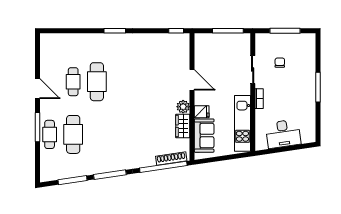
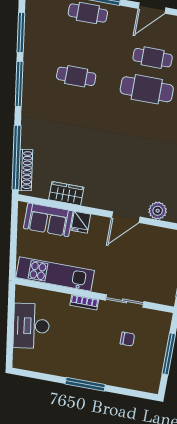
plant: (183, 107) -> (158, 211), moved
cafe table: (73, 134) -> (76, 76), moved, width x0.73, depth x0.74

